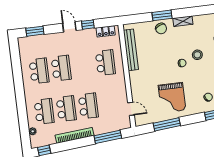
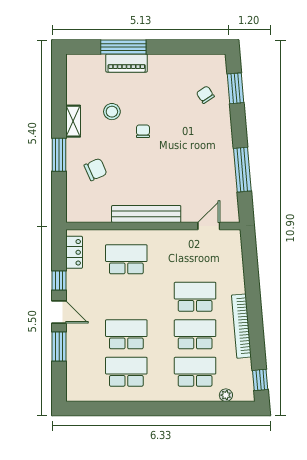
door: (69, 27) -> (59, 312), swing flipped
chair: (161, 28) -> (95, 169), moved
window: (35, 31) -> (59, 347), moved
bench: (131, 50) -> (146, 214), moved
stool: (197, 55) -> (112, 112), moved
grand piano: (172, 98) -> (199, 155), removed
window: (108, 137) -> (251, 271), removed

